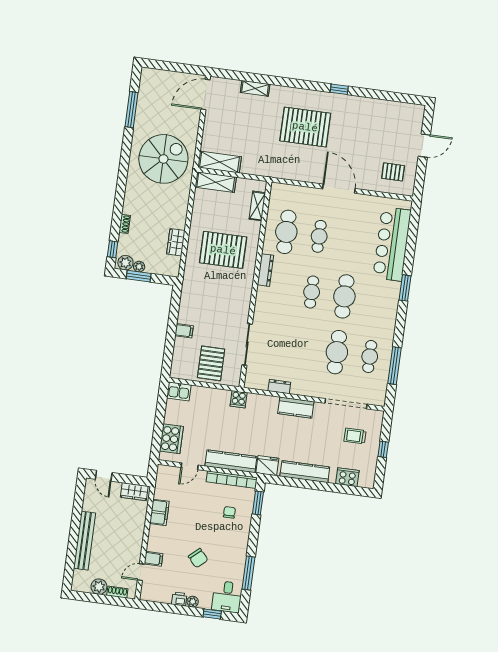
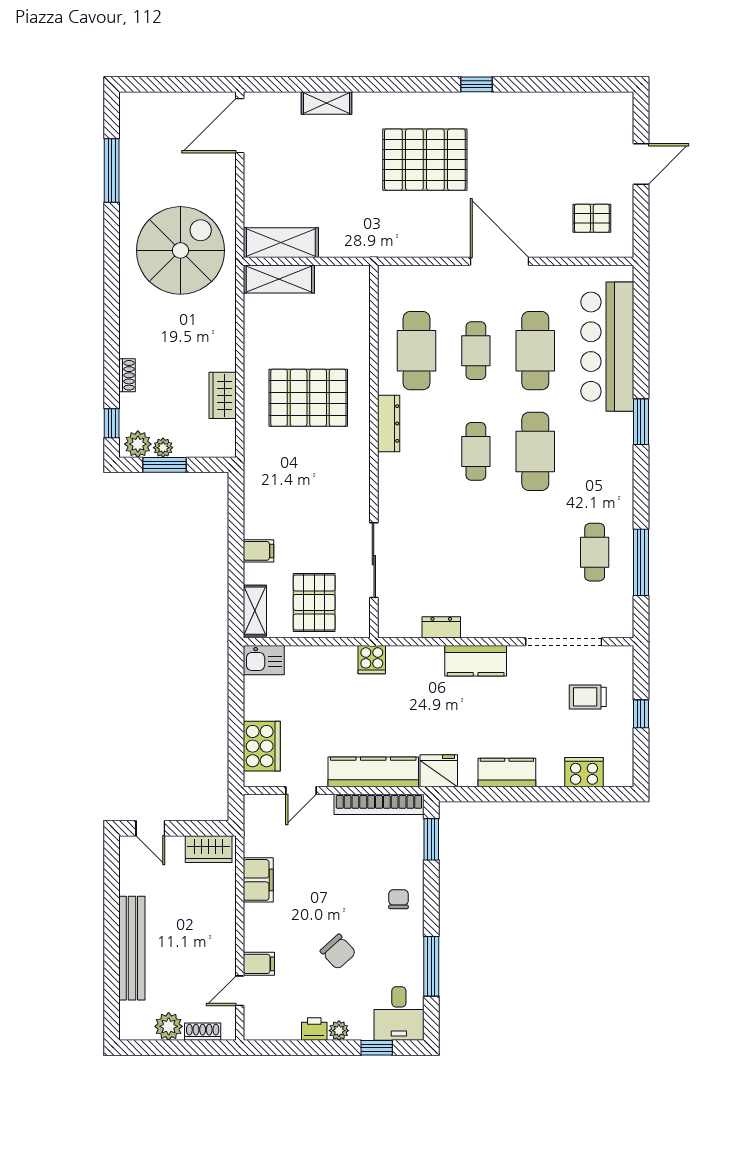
shelving: (257, 206) -> (255, 611), moved
cafe table: (337, 352) -> (535, 351), moved
kitchen counter: (305, 472) -> (507, 772), width x0.67
chair: (229, 512) -> (399, 899), moved

